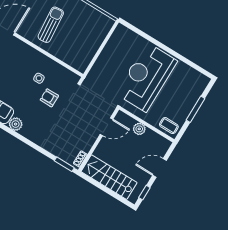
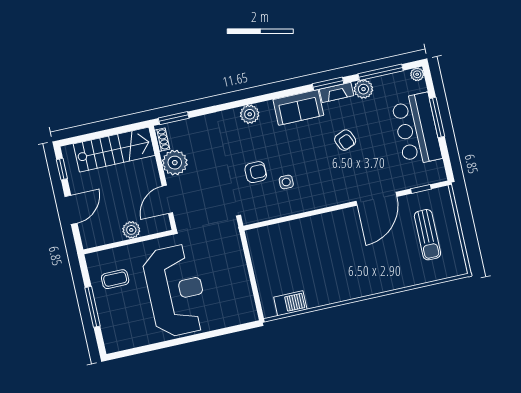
barbecue: (95, 16) -> (290, 303), added
sun lounger: (51, 25) -> (328, 249), removed
plant: (16, 124) -> (250, 114), moved
coffee table: (169, 126) -> (115, 279), moved
plant: (85, 142) -> (175, 163), added

